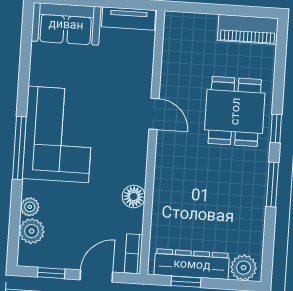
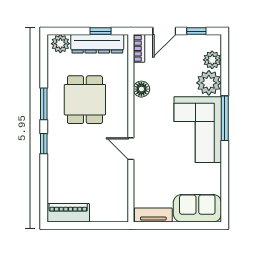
dining table: (235, 111) -> (85, 100), moved
plant: (30, 207) -> (209, 83), width x1.87, depth x1.87

